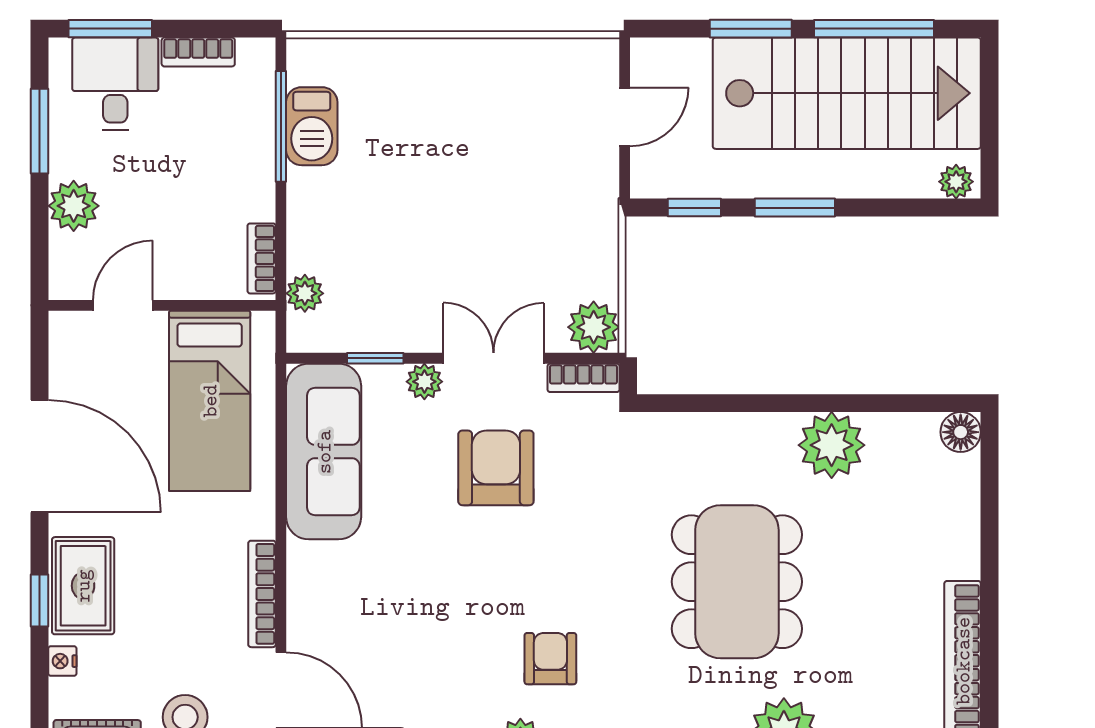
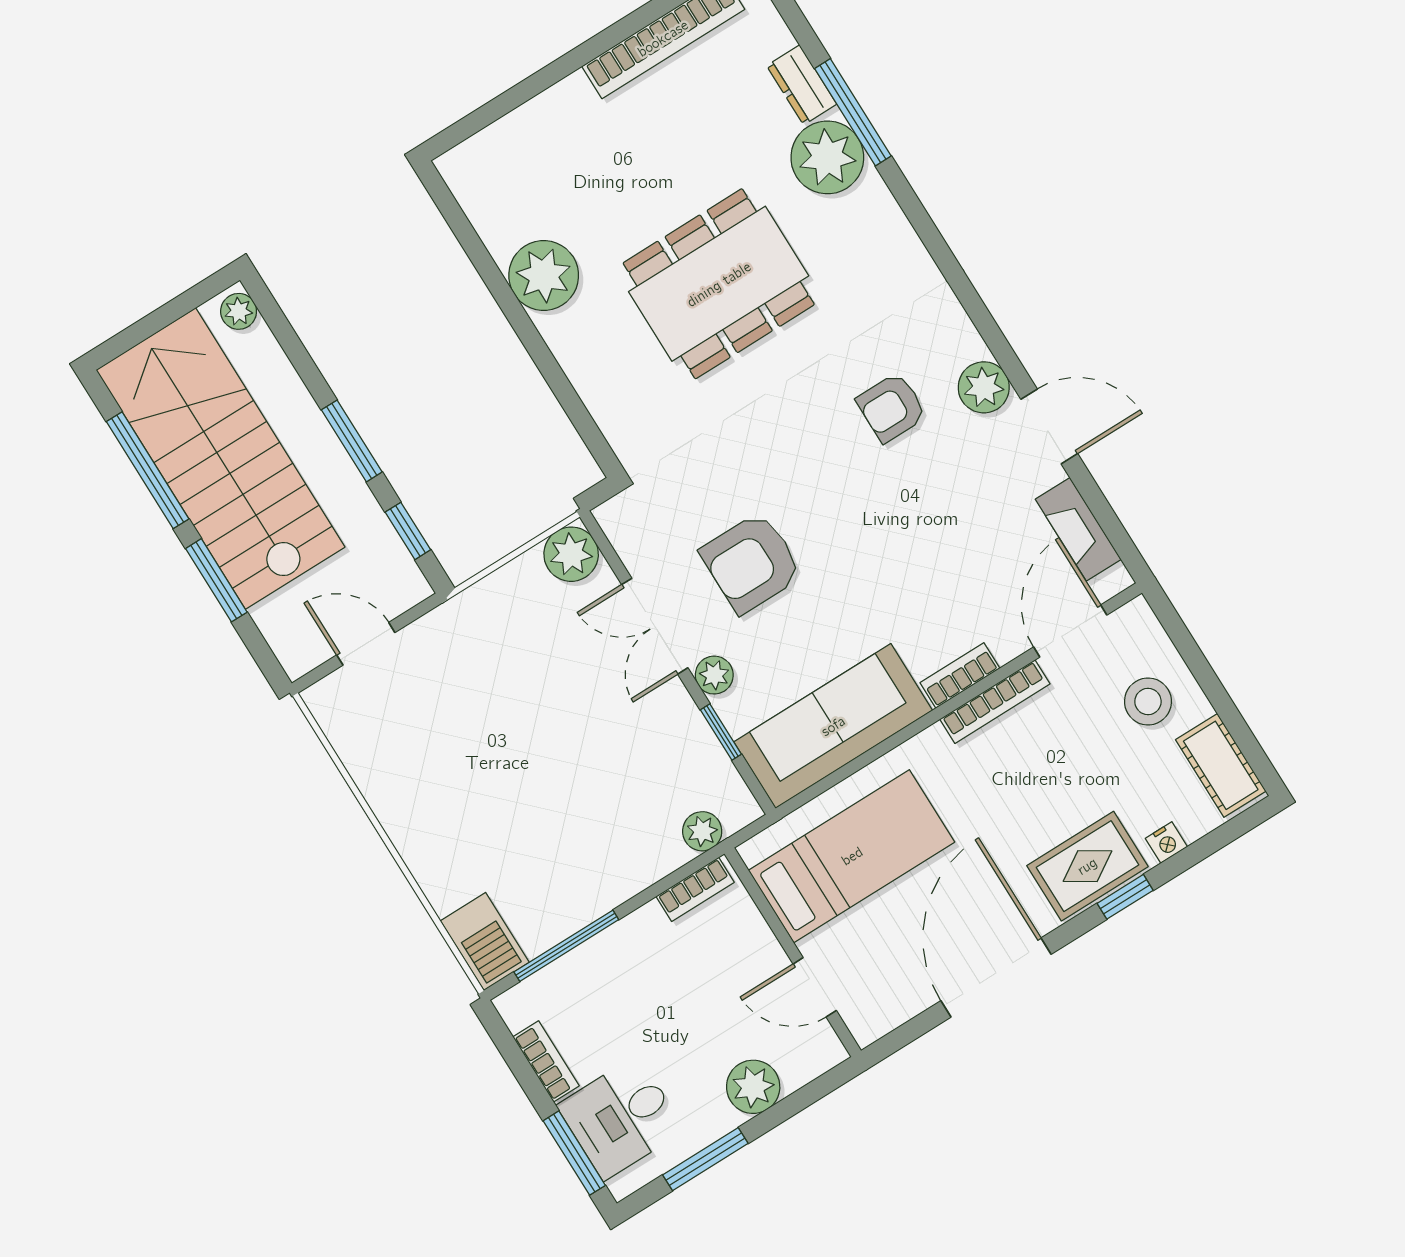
barbecue: (312, 126) -> (485, 942), moved, turned 90
bookcase: (583, 378) -> (960, 675), moved, turned -90
floor lamp: (961, 432) -> (460, 167), removed

